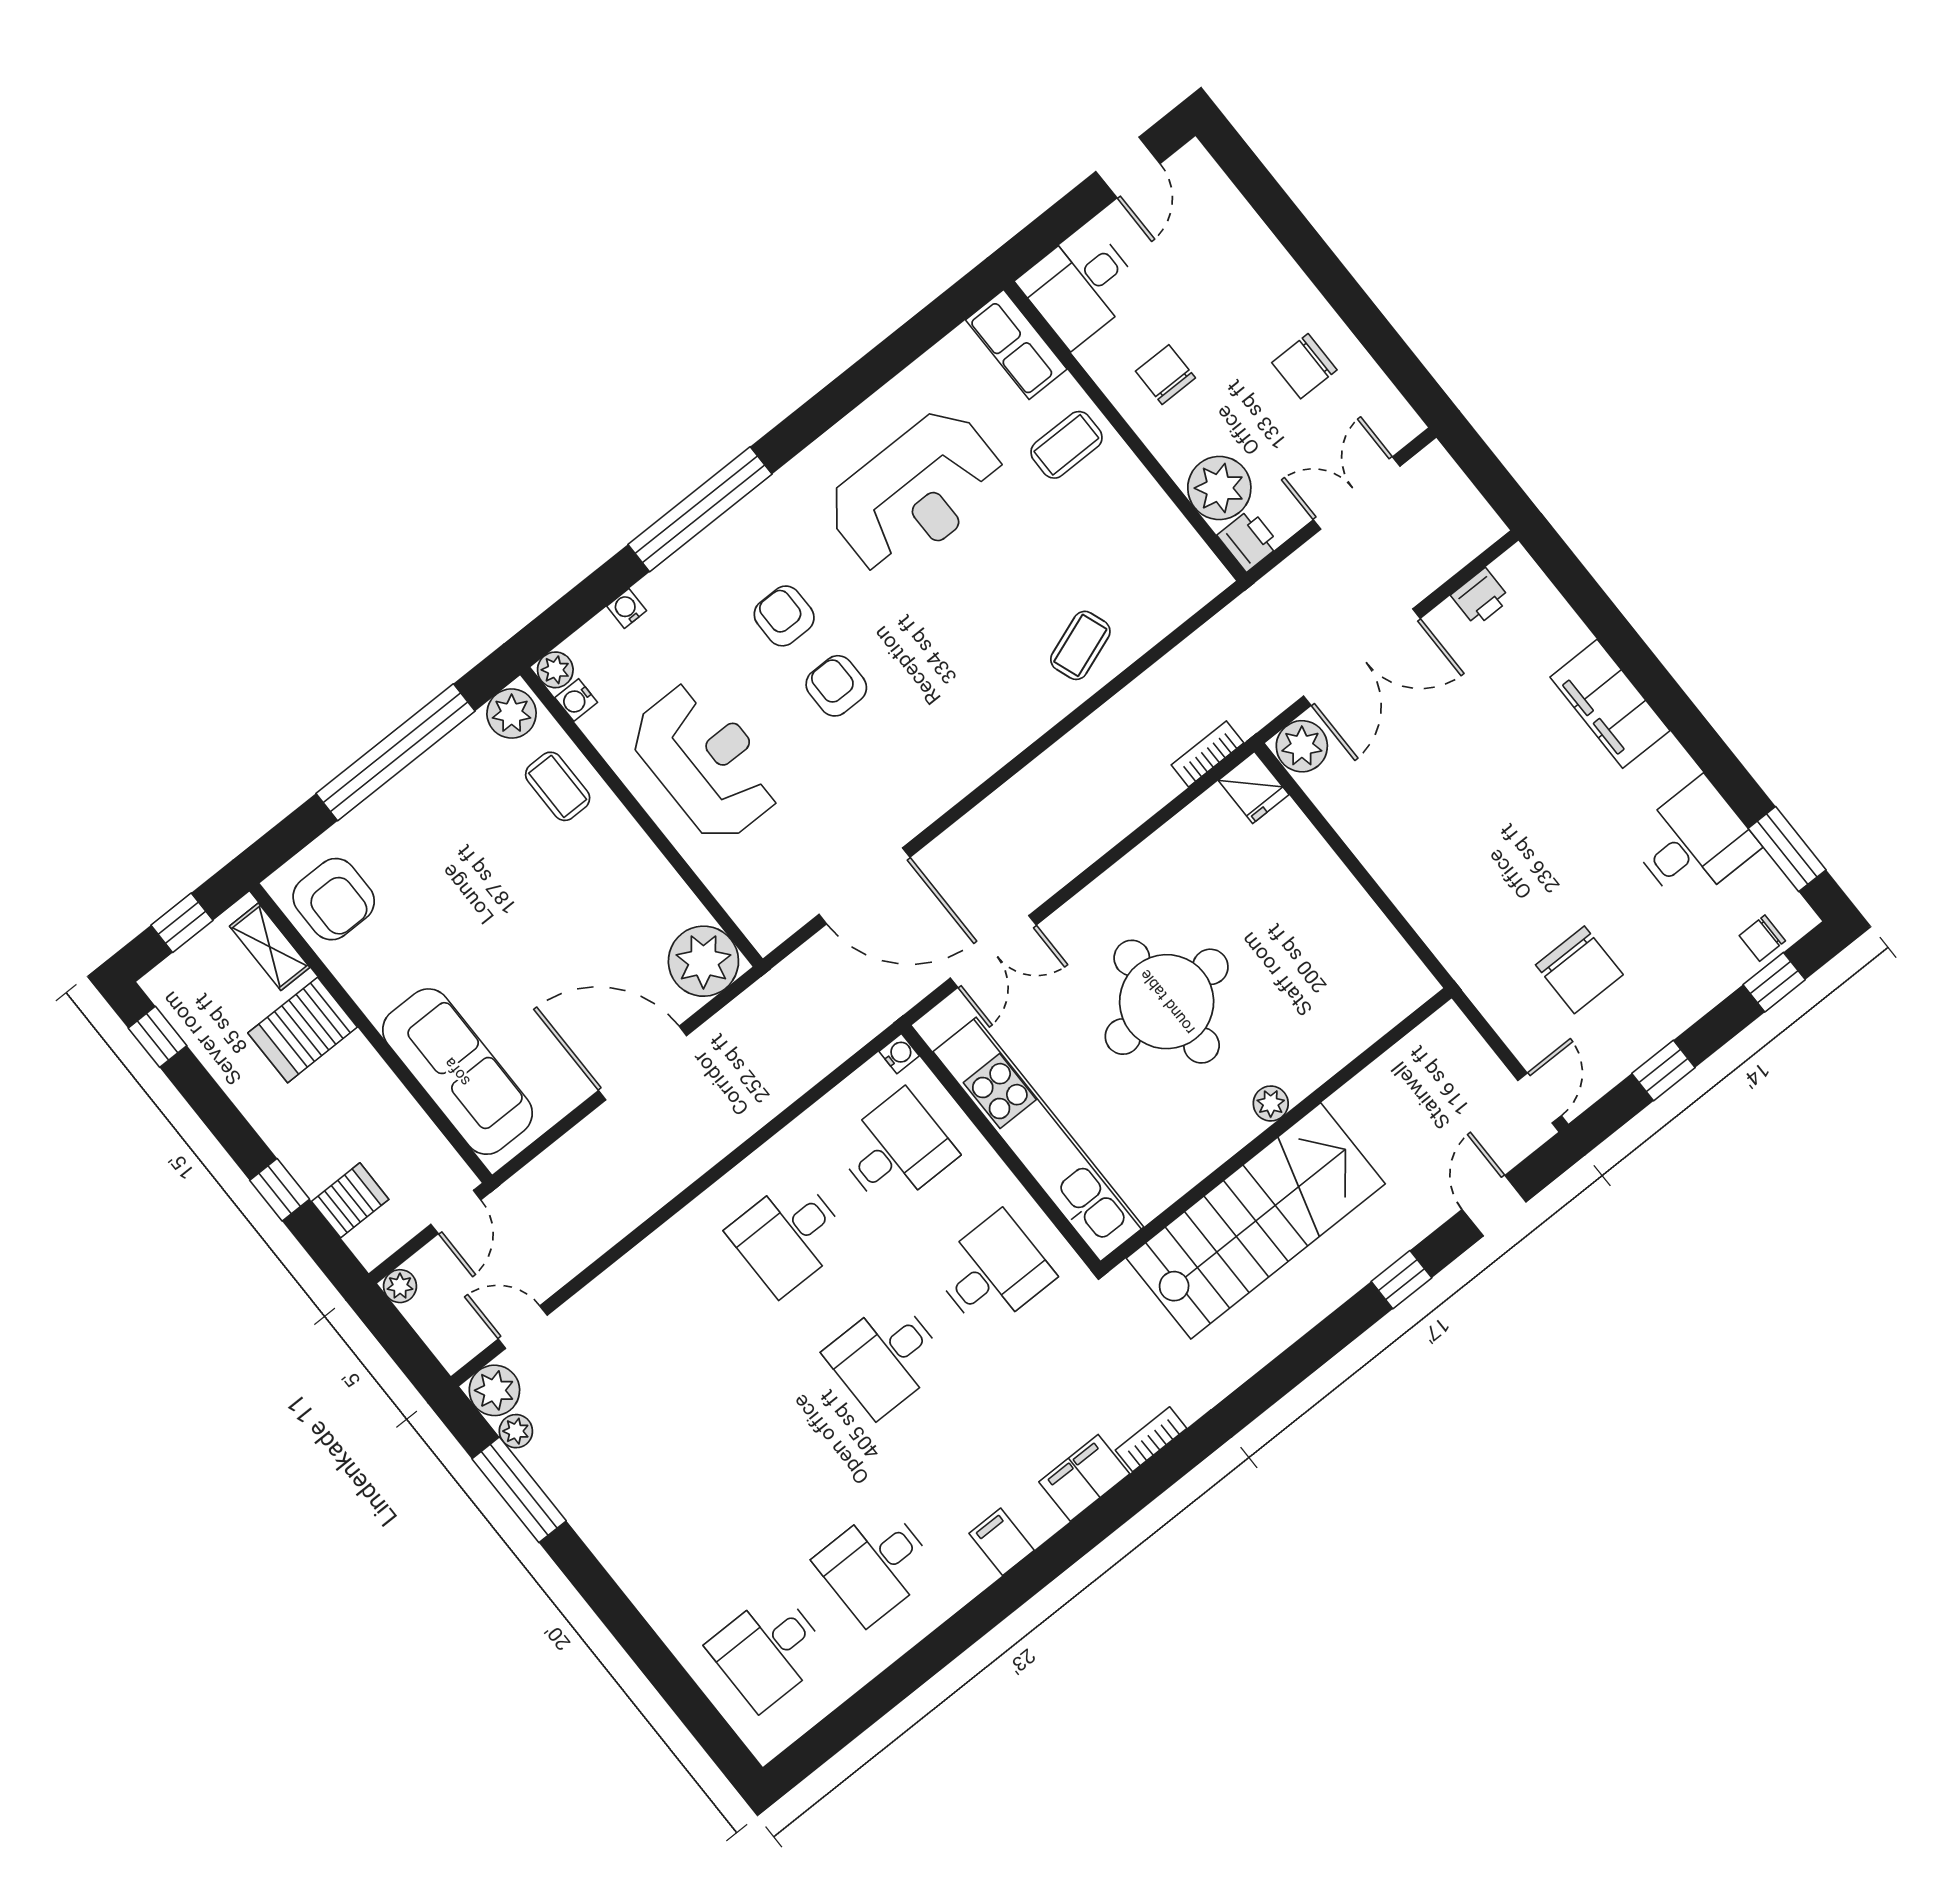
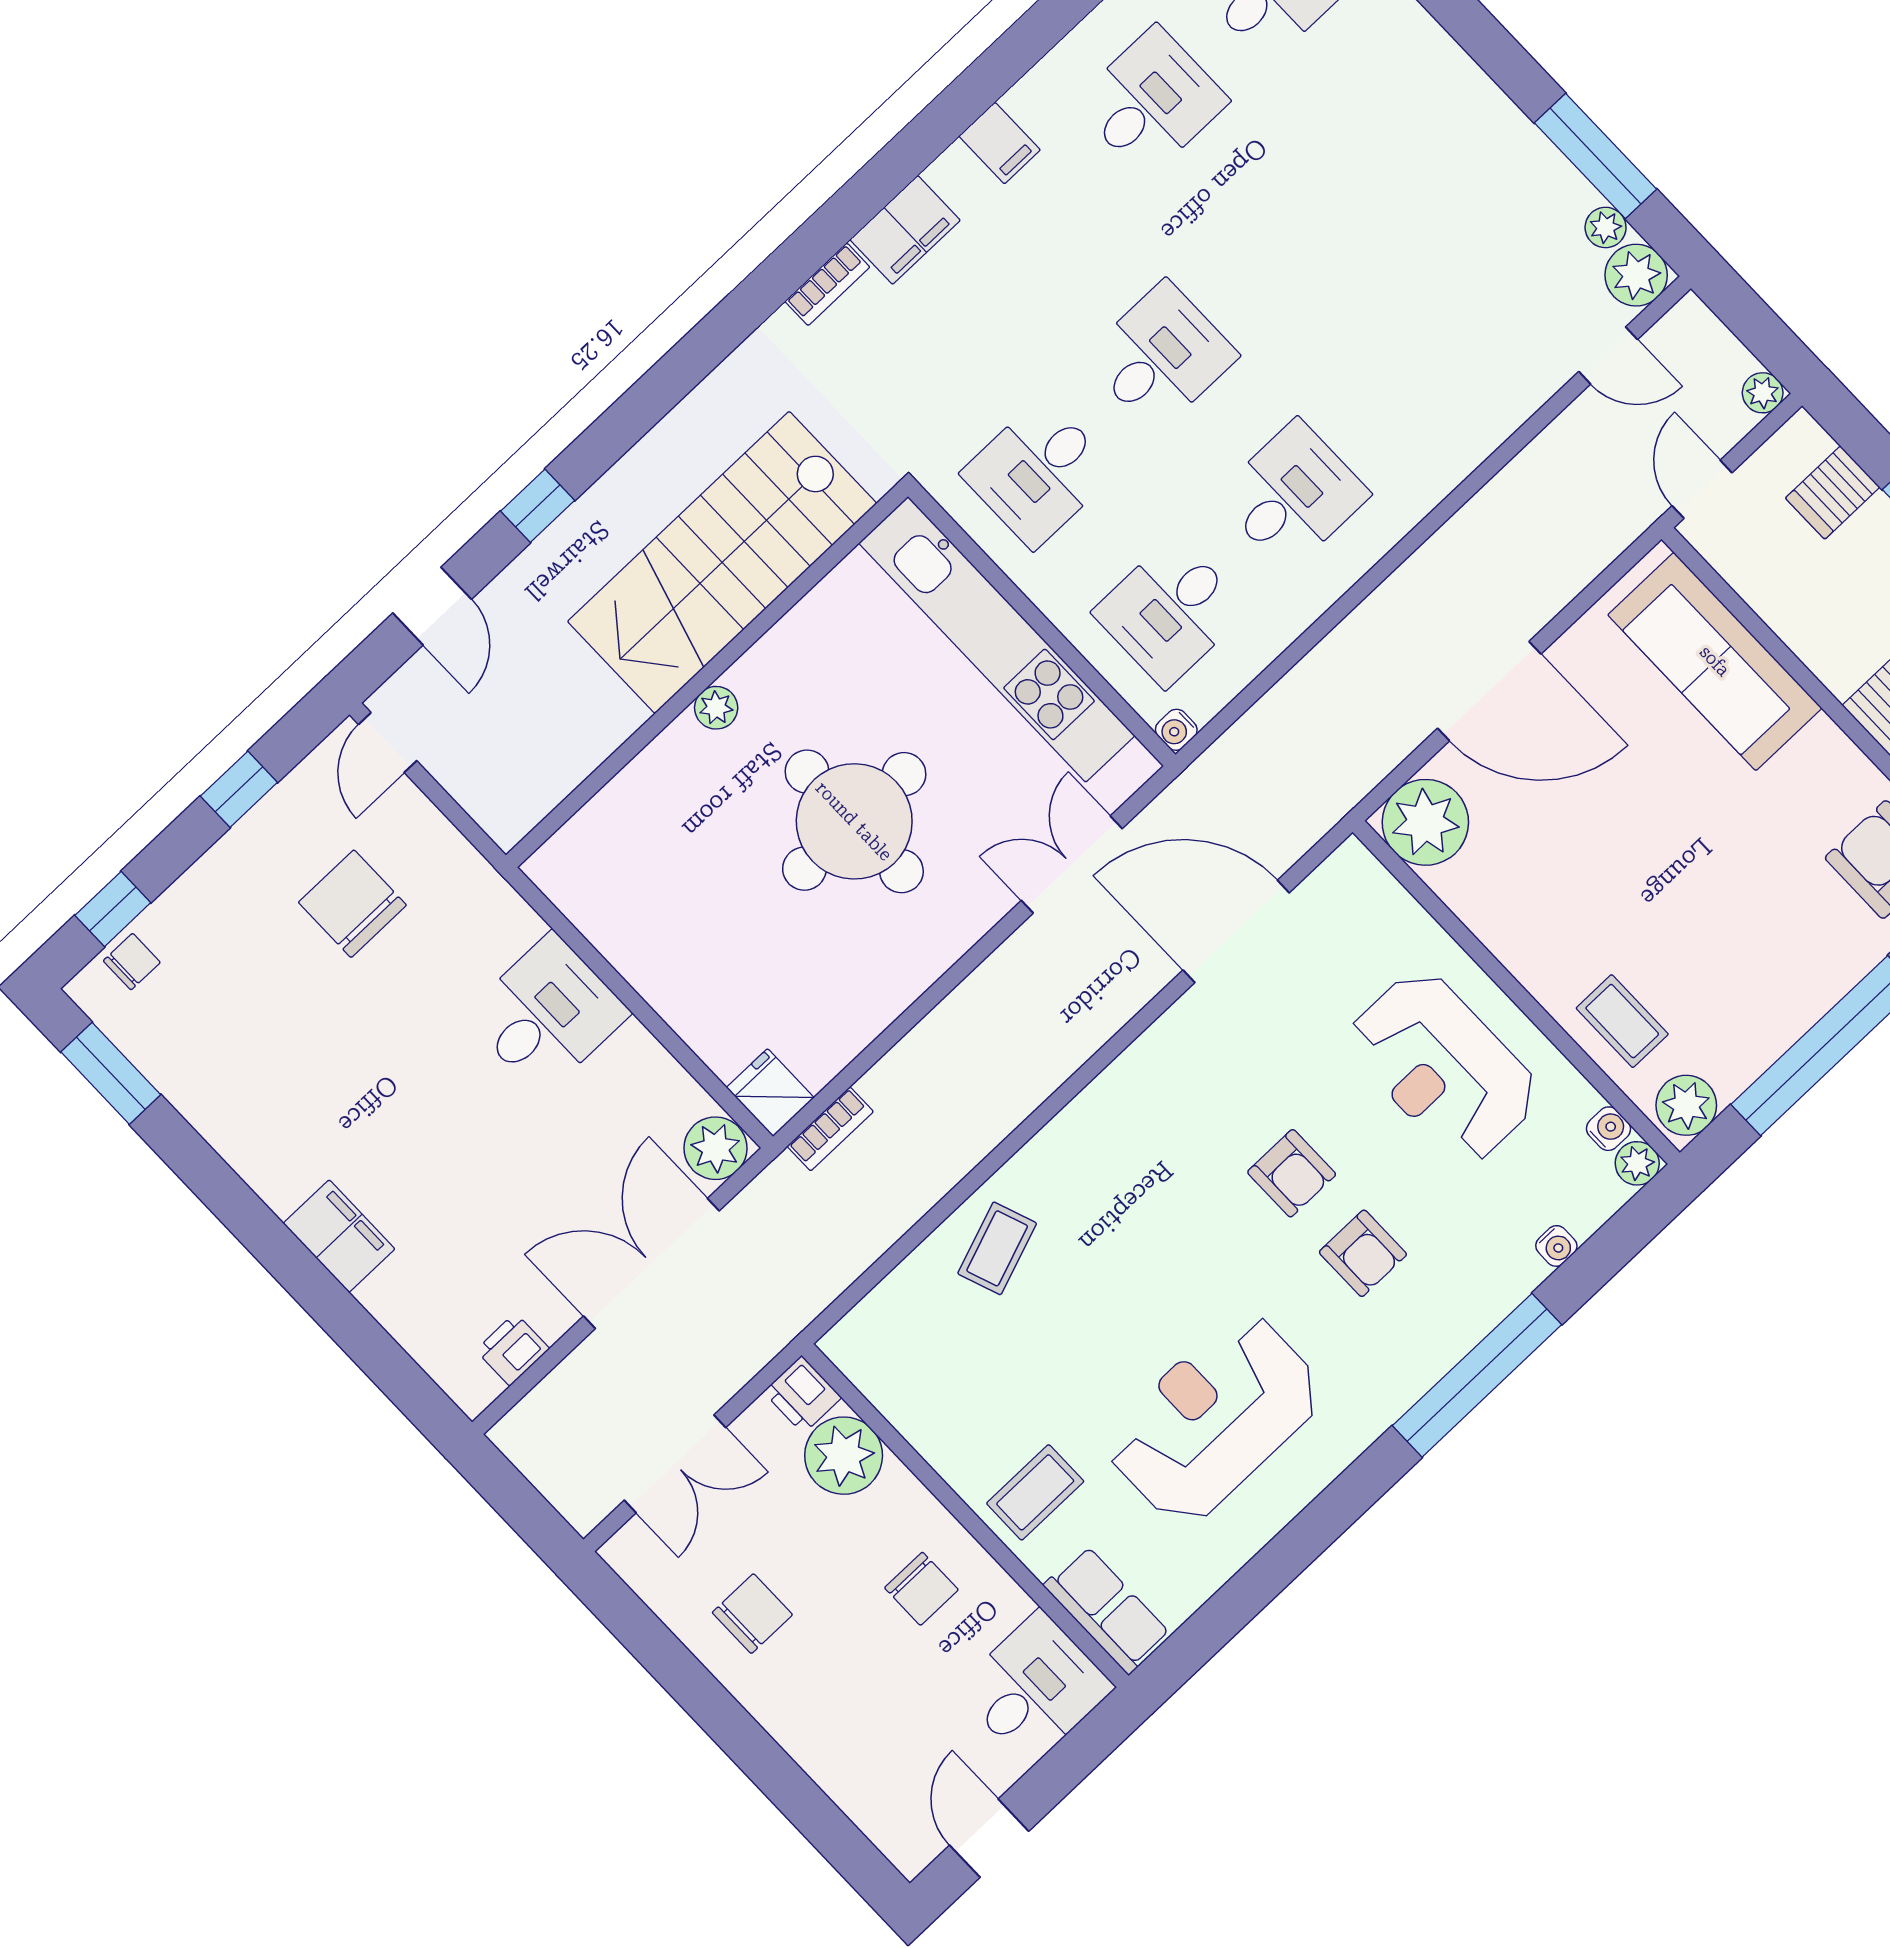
filing cabinet: (1610, 704) -> (339, 1236), width x0.67, depth x0.86
desk: (1693, 842) -> (547, 1014), moved, turned 180

